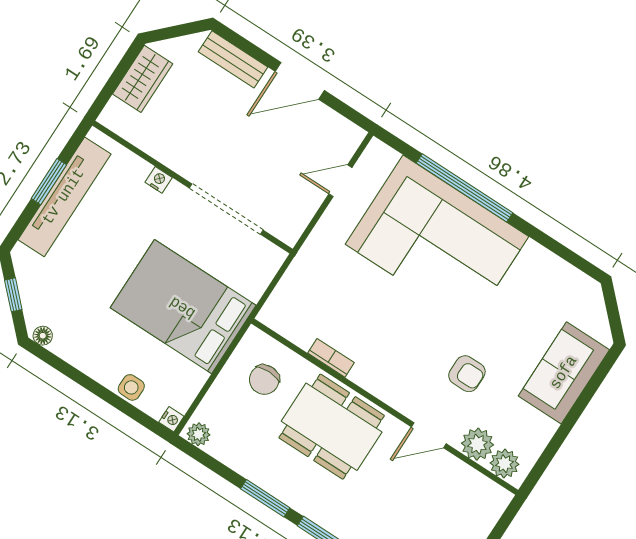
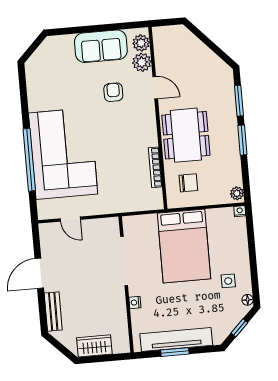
door: (300, 81) -> (39, 273), swing flipped
bookcase: (331, 358) -> (155, 167), width x1.56
sofa: (564, 373) -> (101, 46), moved
side table: (131, 387) -> (228, 281), moved

